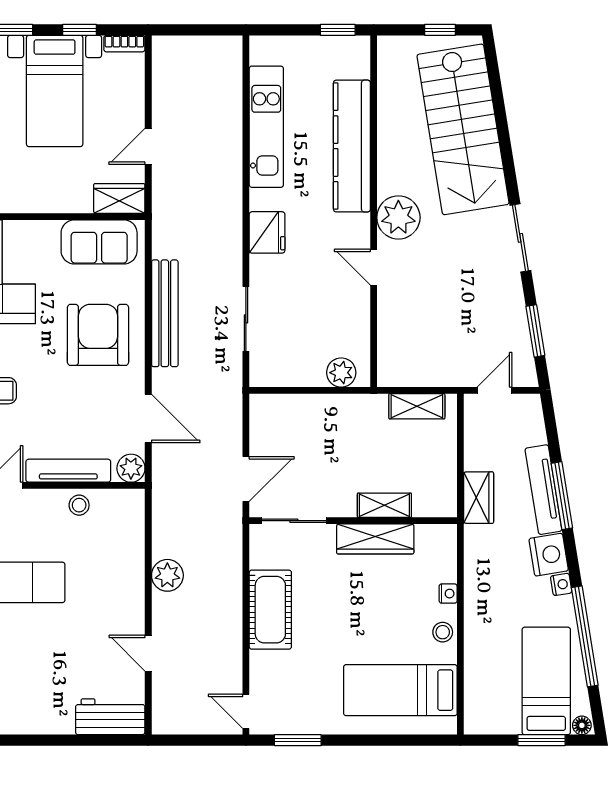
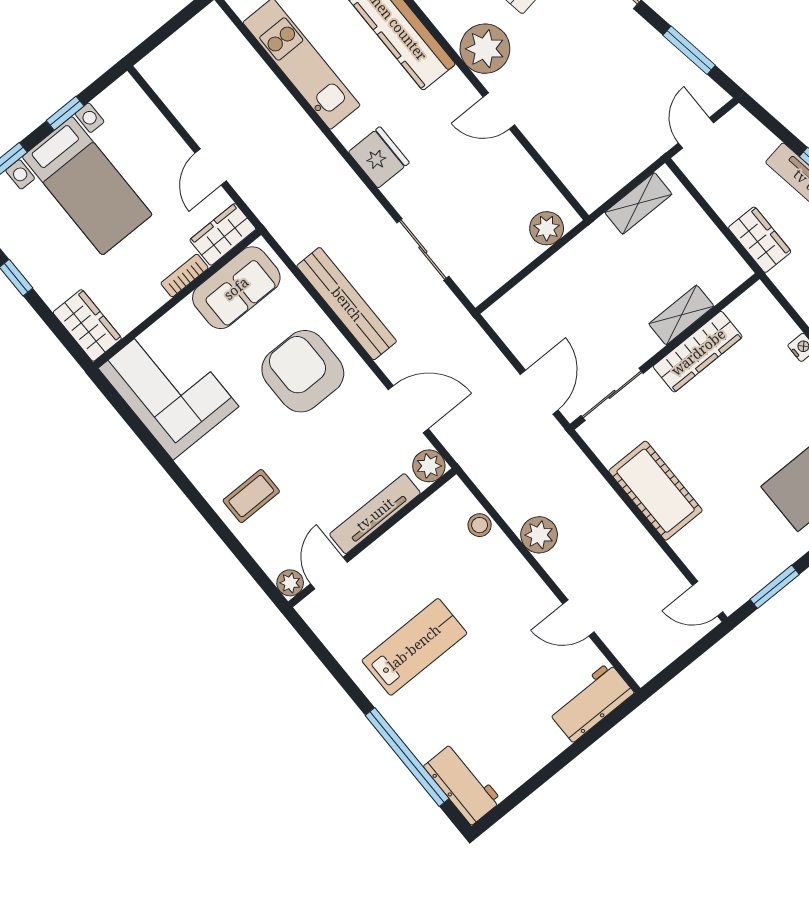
bookcase: (124, 44) -> (185, 276), moved, turned 180
stool: (79, 505) -> (480, 525), moved

